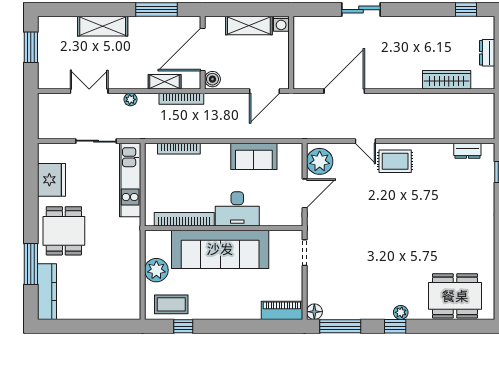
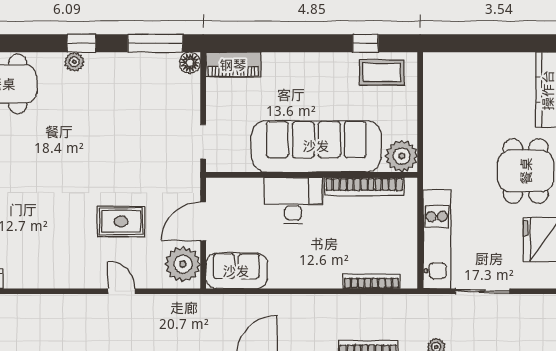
sofa: (254, 156) -> (236, 271), moved
rug: (395, 161) -> (121, 221), moved
plant: (156, 270) -> (402, 156), moved

